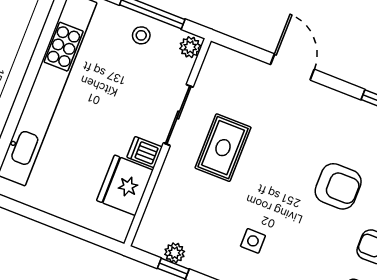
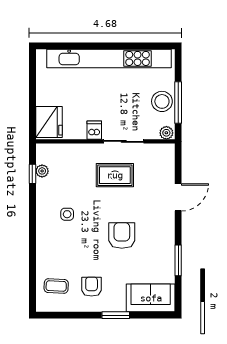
stool: (141, 35) -> (162, 101), width x1.89, depth x1.89
fridge: (125, 185) -> (49, 122), moved, turned 90
armchair: (338, 186) -> (122, 235), moved, turned 180

